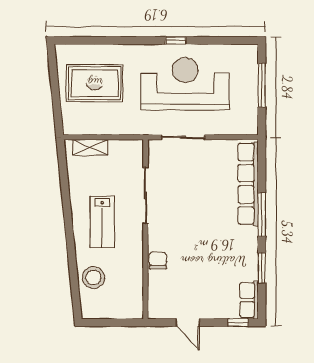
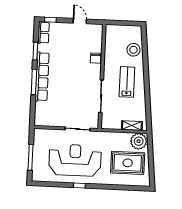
reception desk: (185, 84) -> (75, 160), turned 180
plant: (78, 121) -> (139, 141), added
row of seats: (248, 184) -> (42, 77), moved

